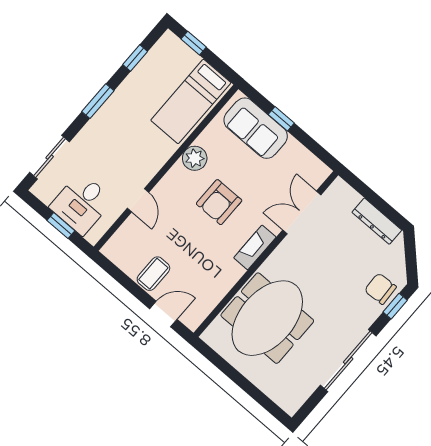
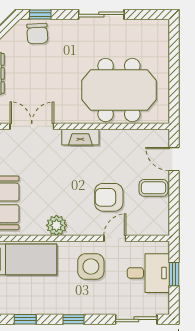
window: (98, 101) -> (73, 319), width x0.67
side table: (132, 157) -> (91, 267), added
armchair: (219, 202) -> (109, 197), moved, turned 180
double door: (302, 212) -> (32, 126), swing flipped
sliding door: (348, 361) -> (101, 14), width x0.73

